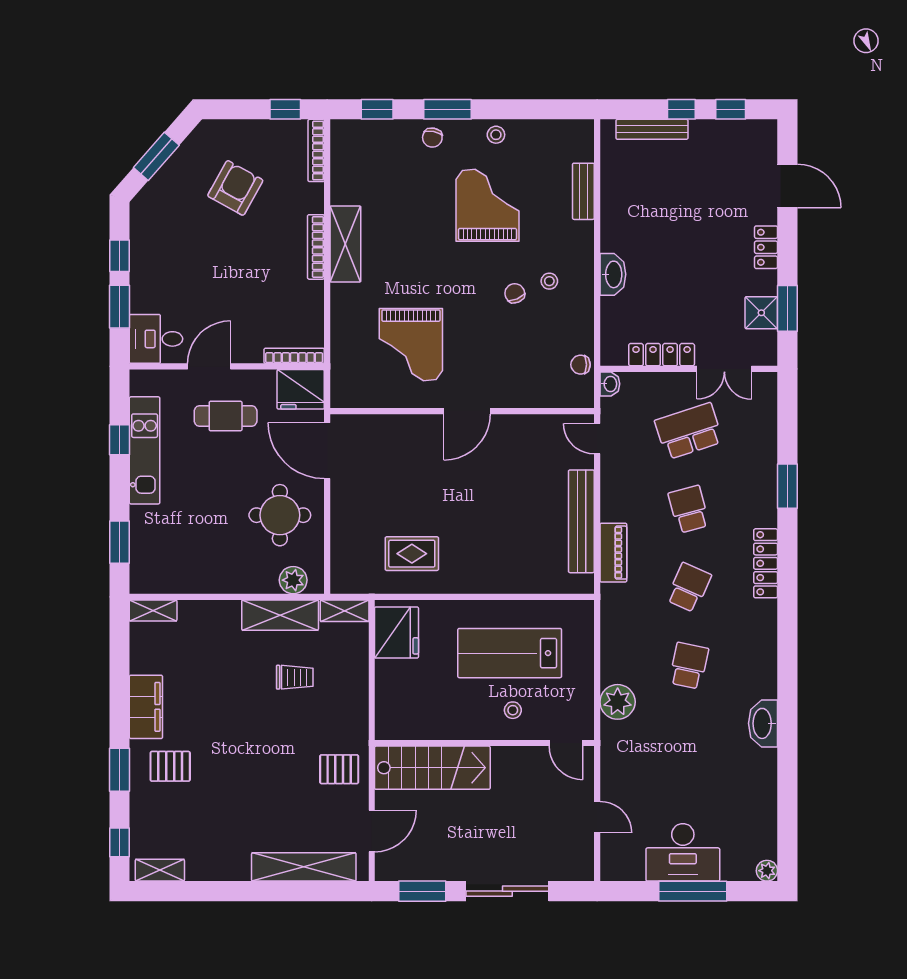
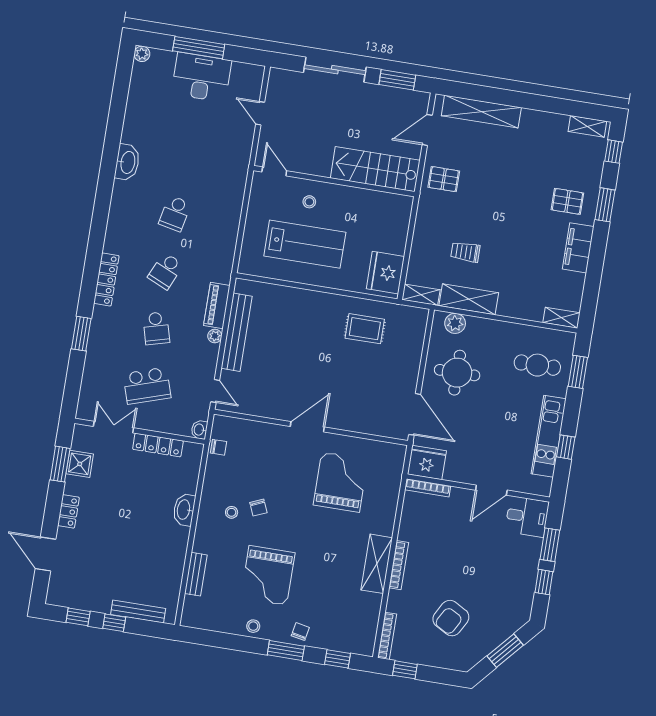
cafe table: (226, 416) -> (537, 365), moved
plant: (618, 702) -> (215, 336), moved, width x0.53, depth x0.53

